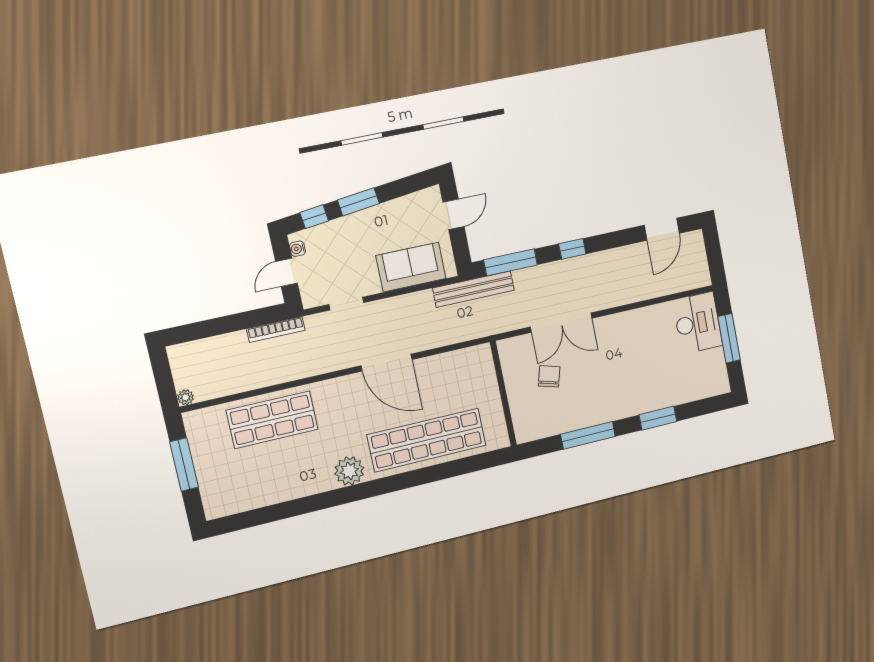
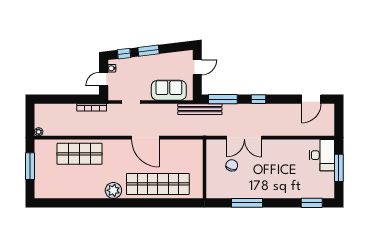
window: (658, 418) -> (312, 203), moved

